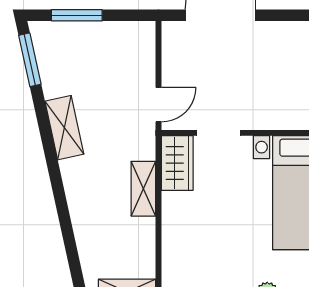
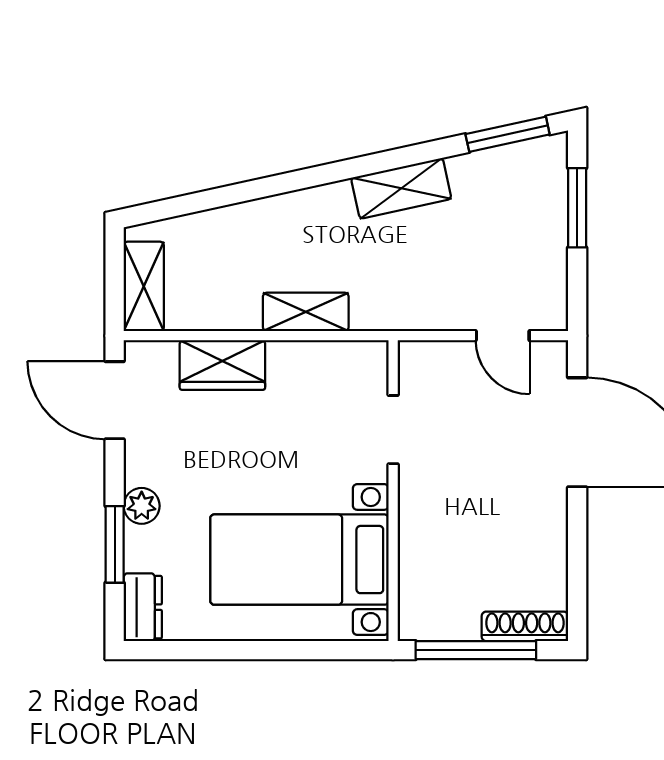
door: (159, 105) -> (503, 336), moved
wardrobe: (177, 163) -> (222, 365), moved

